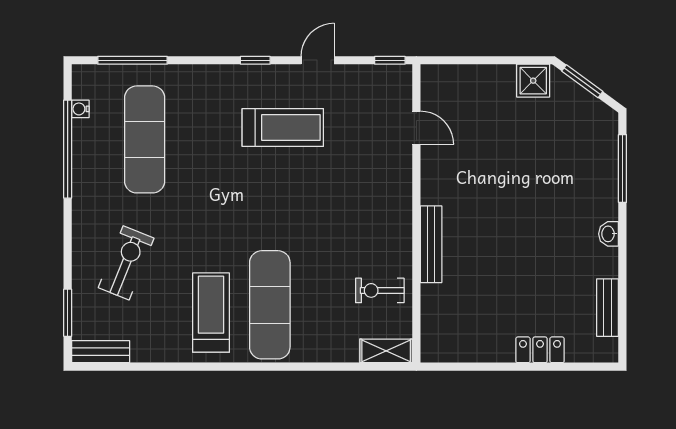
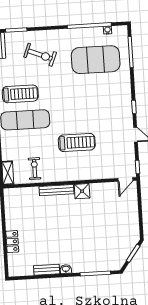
shower: (533, 81) -> (82, 191), moved
treadmill: (283, 128) -> (77, 142), moved, turned -90
door: (416, 128) -> (125, 179), moved
exercise mat: (145, 139) -> (96, 60), width x1.47
bench: (608, 308) -> (47, 270), moved

